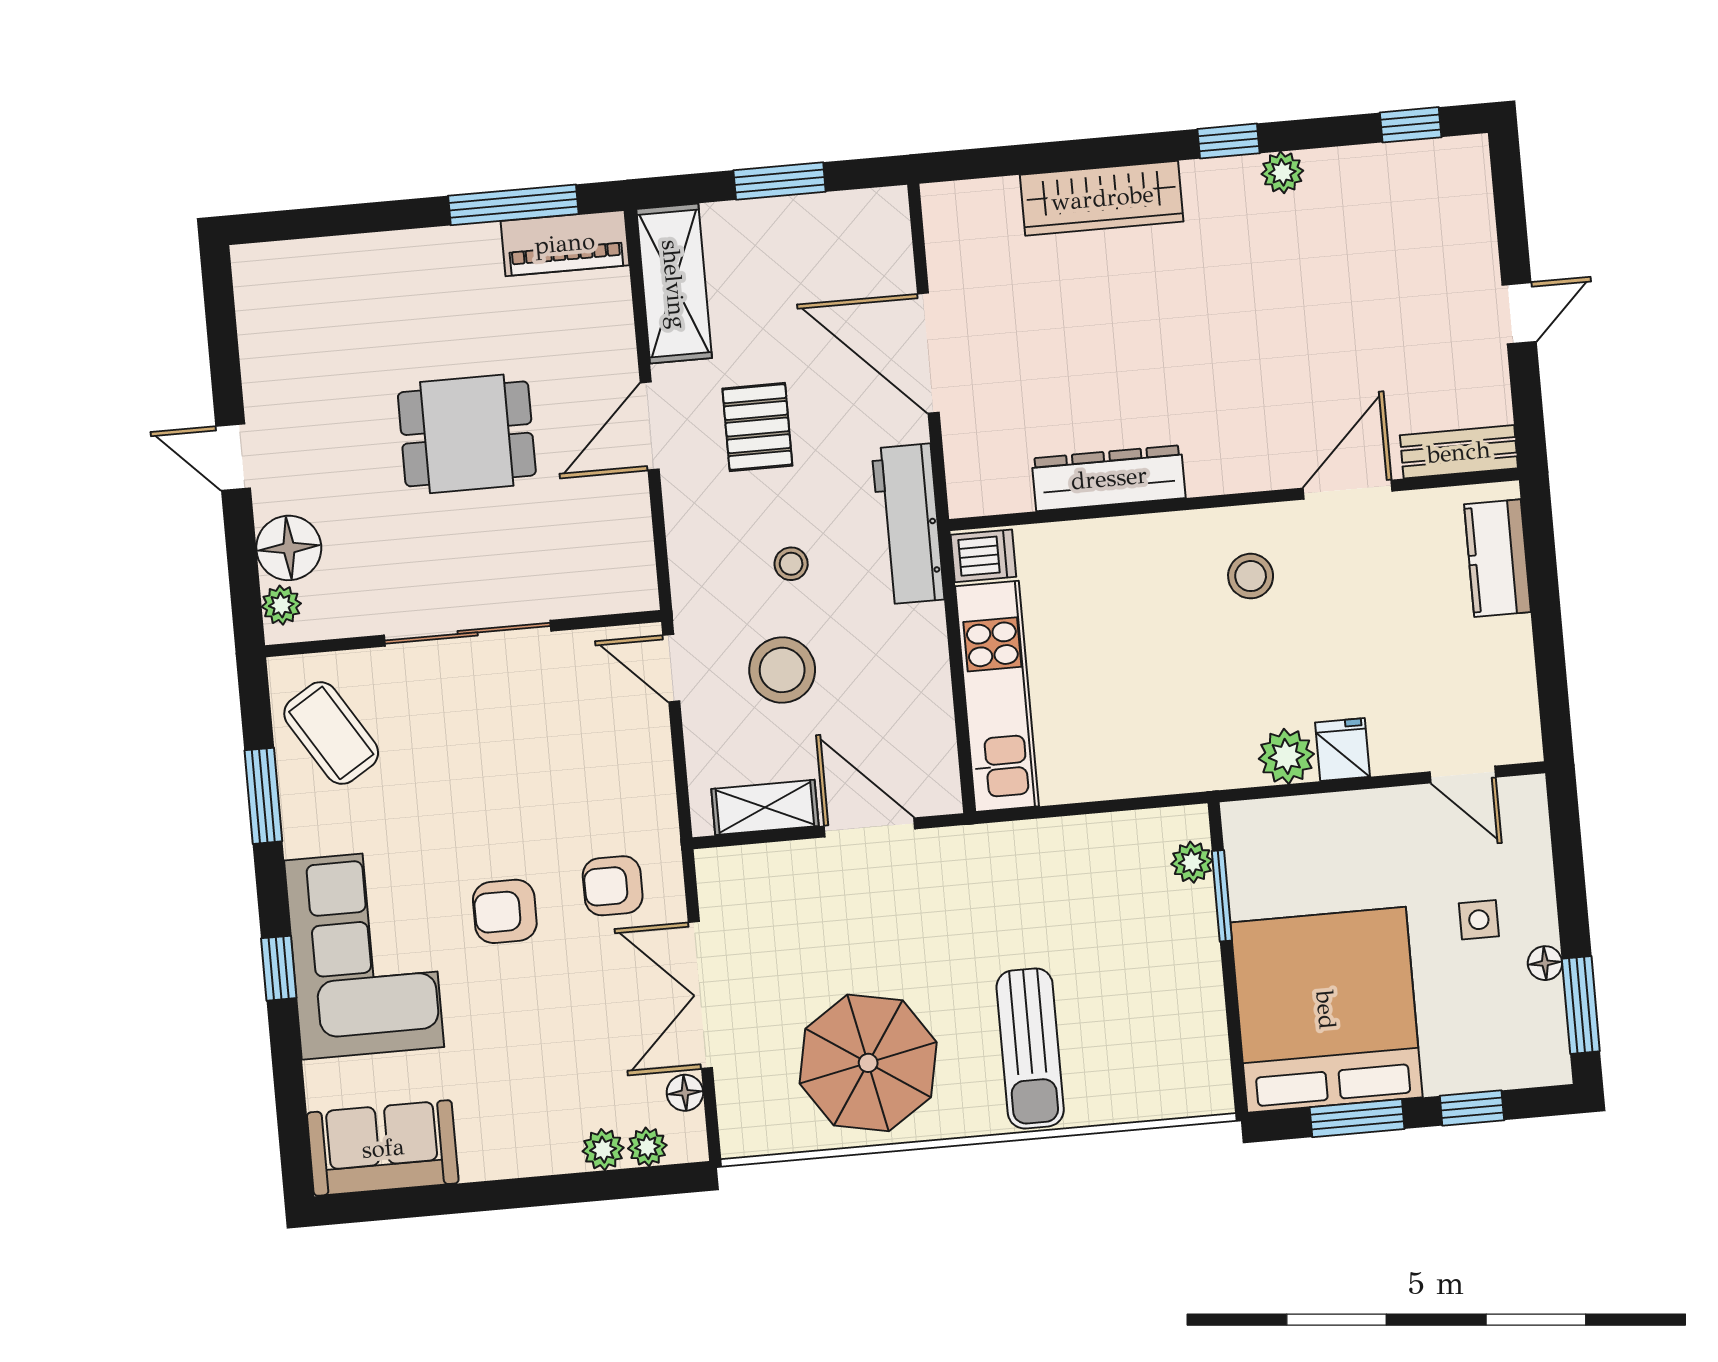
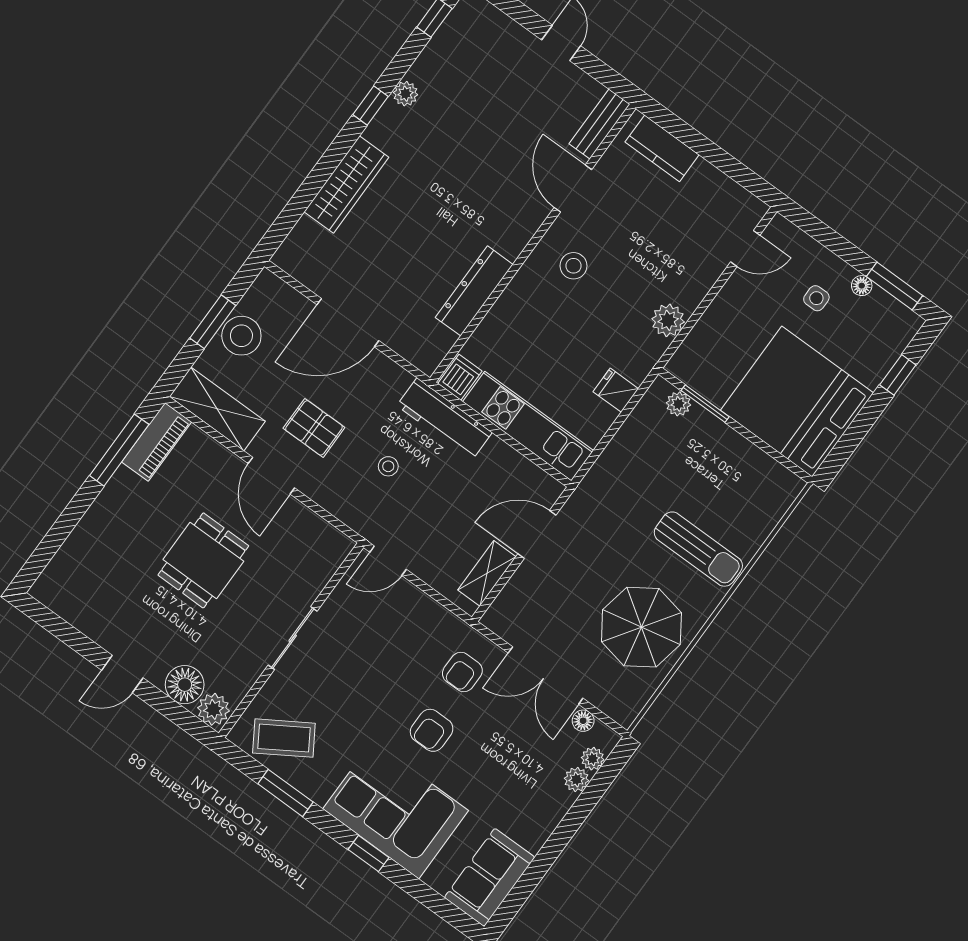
workbench: (908, 524) -> (444, 419), moved
plant: (281, 605) -> (213, 709), width x1.38, depth x1.38
sliding door: (468, 633) -> (293, 638), width x0.73
stool: (782, 670) -> (241, 336), moved
fridge: (1343, 750) -> (616, 390), moved
window: (1357, 1118) -> (857, 430), removed

